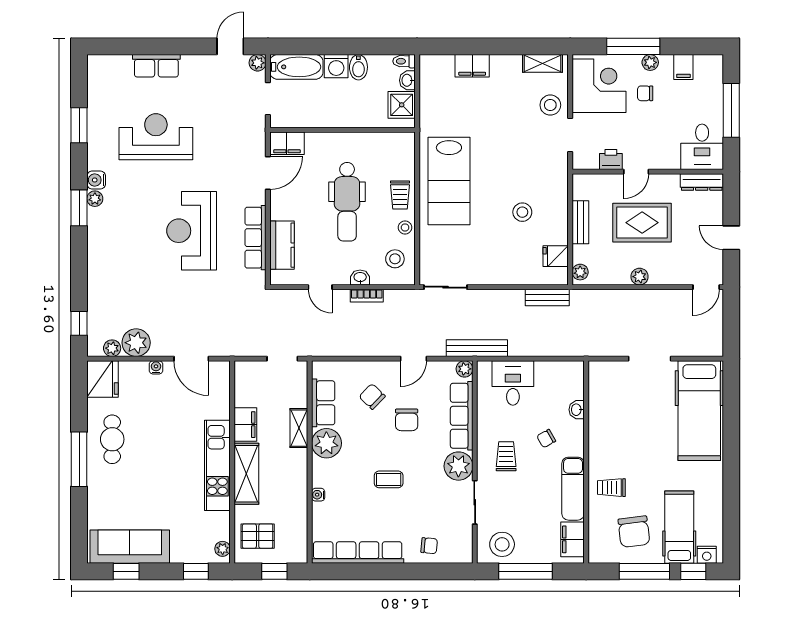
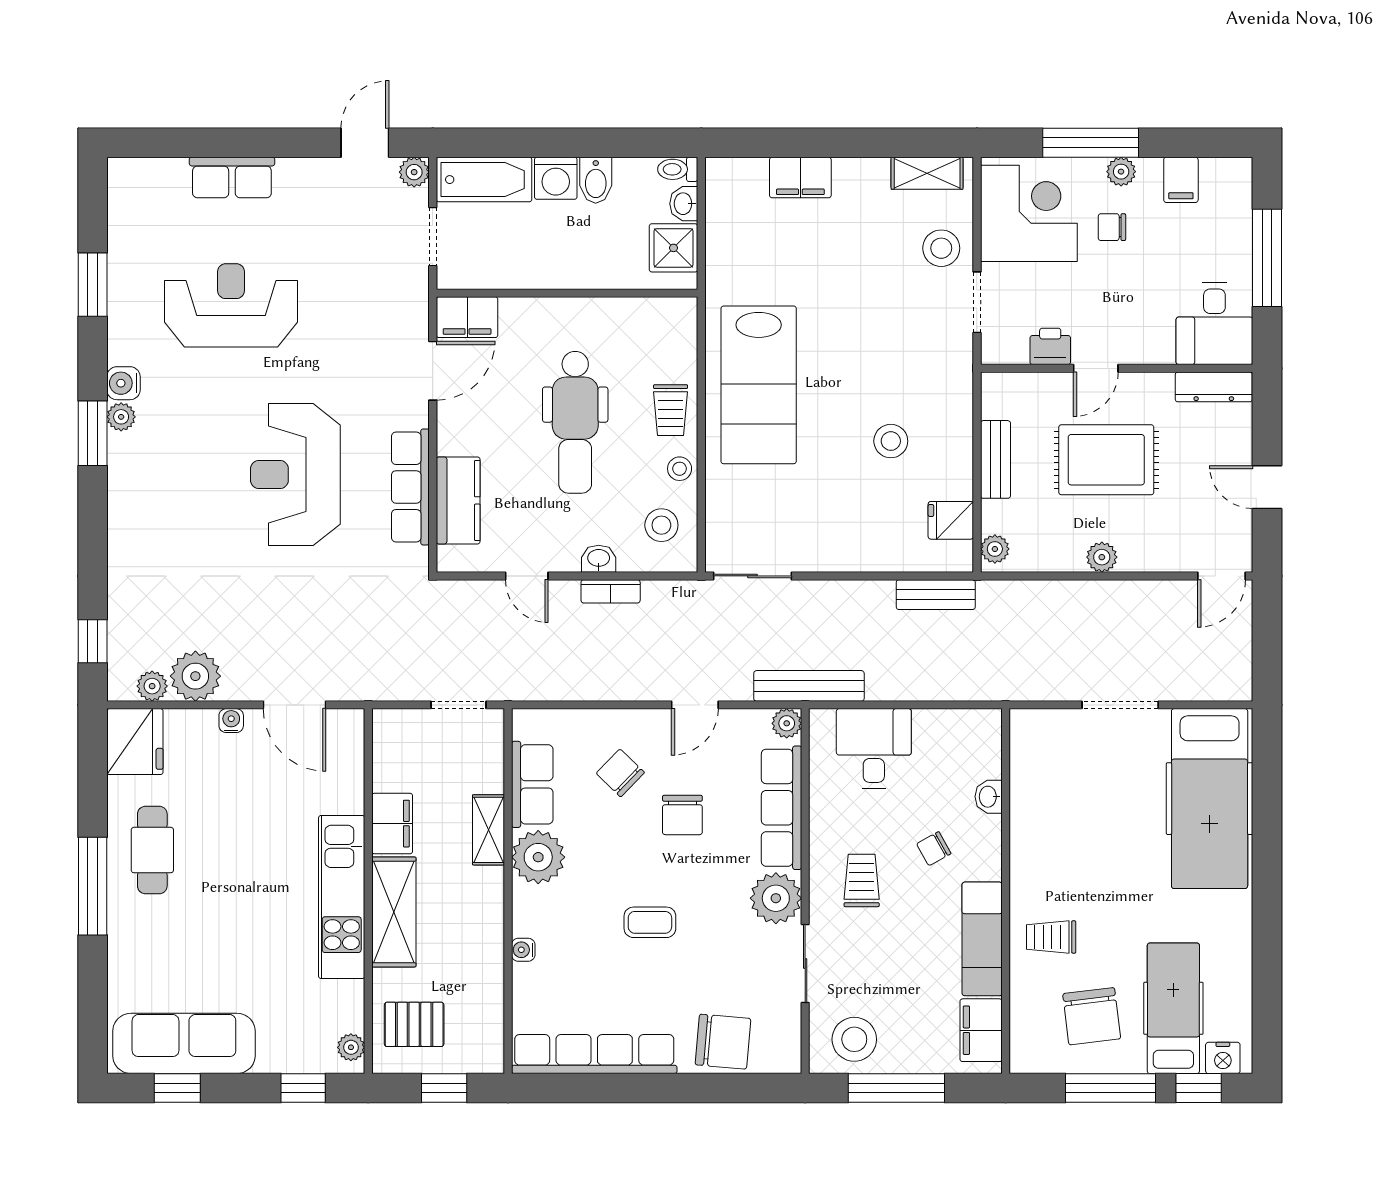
chair: (429, 546) -> (723, 1042), width x1.87, depth x1.87

